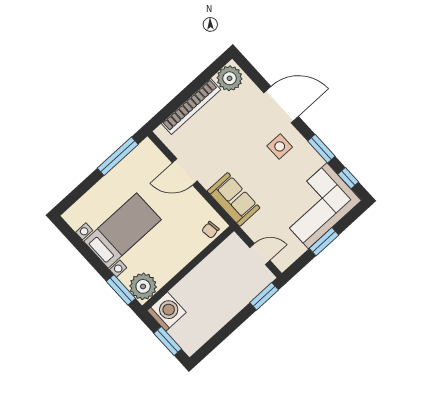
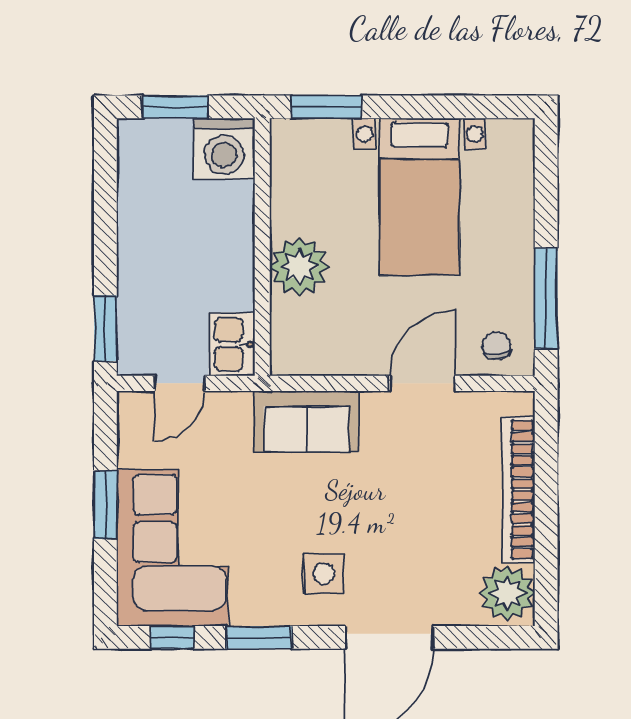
chair: (210, 230) -> (497, 346), moved
kitchen sink: (230, 248) -> (232, 344), added
plant: (143, 286) -> (299, 267), moved

